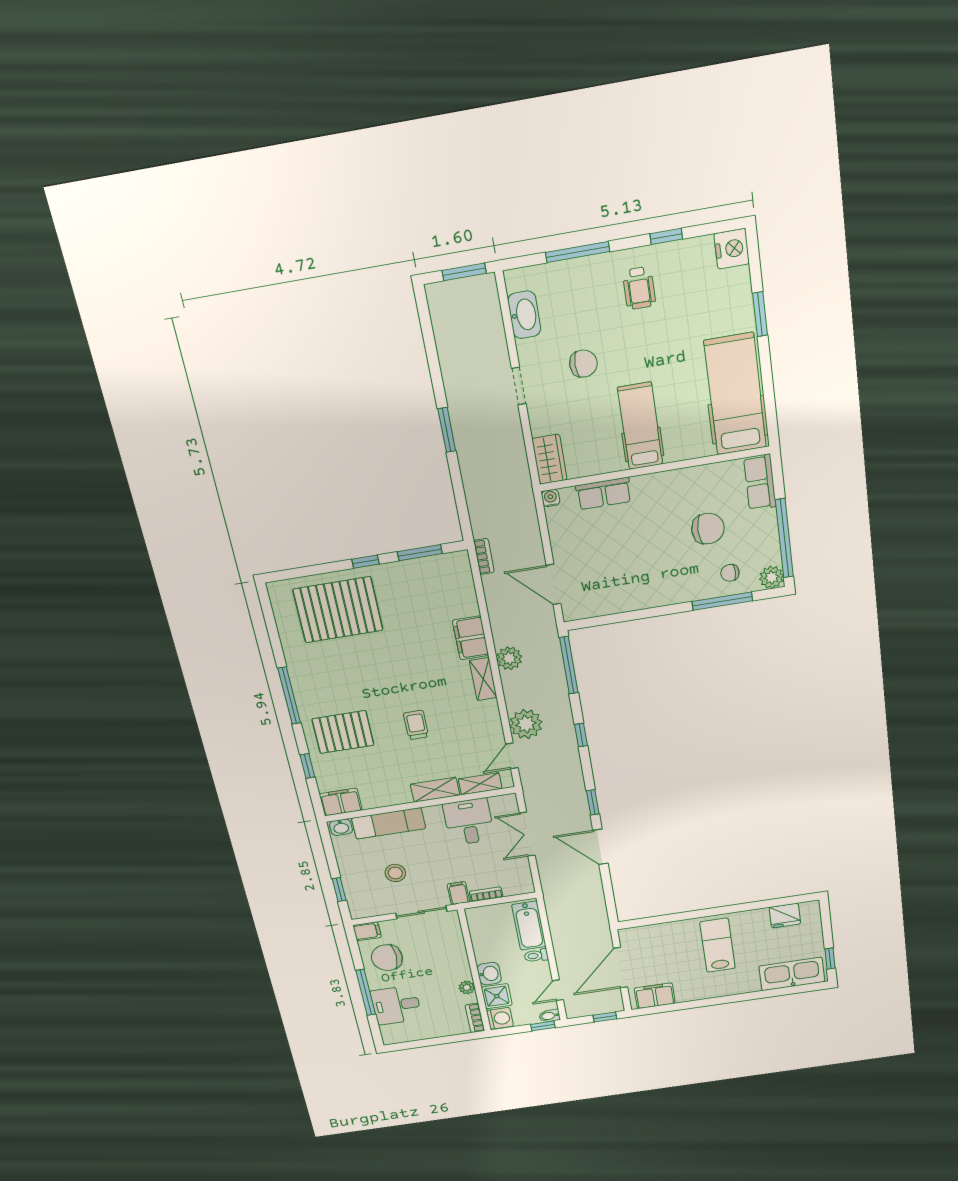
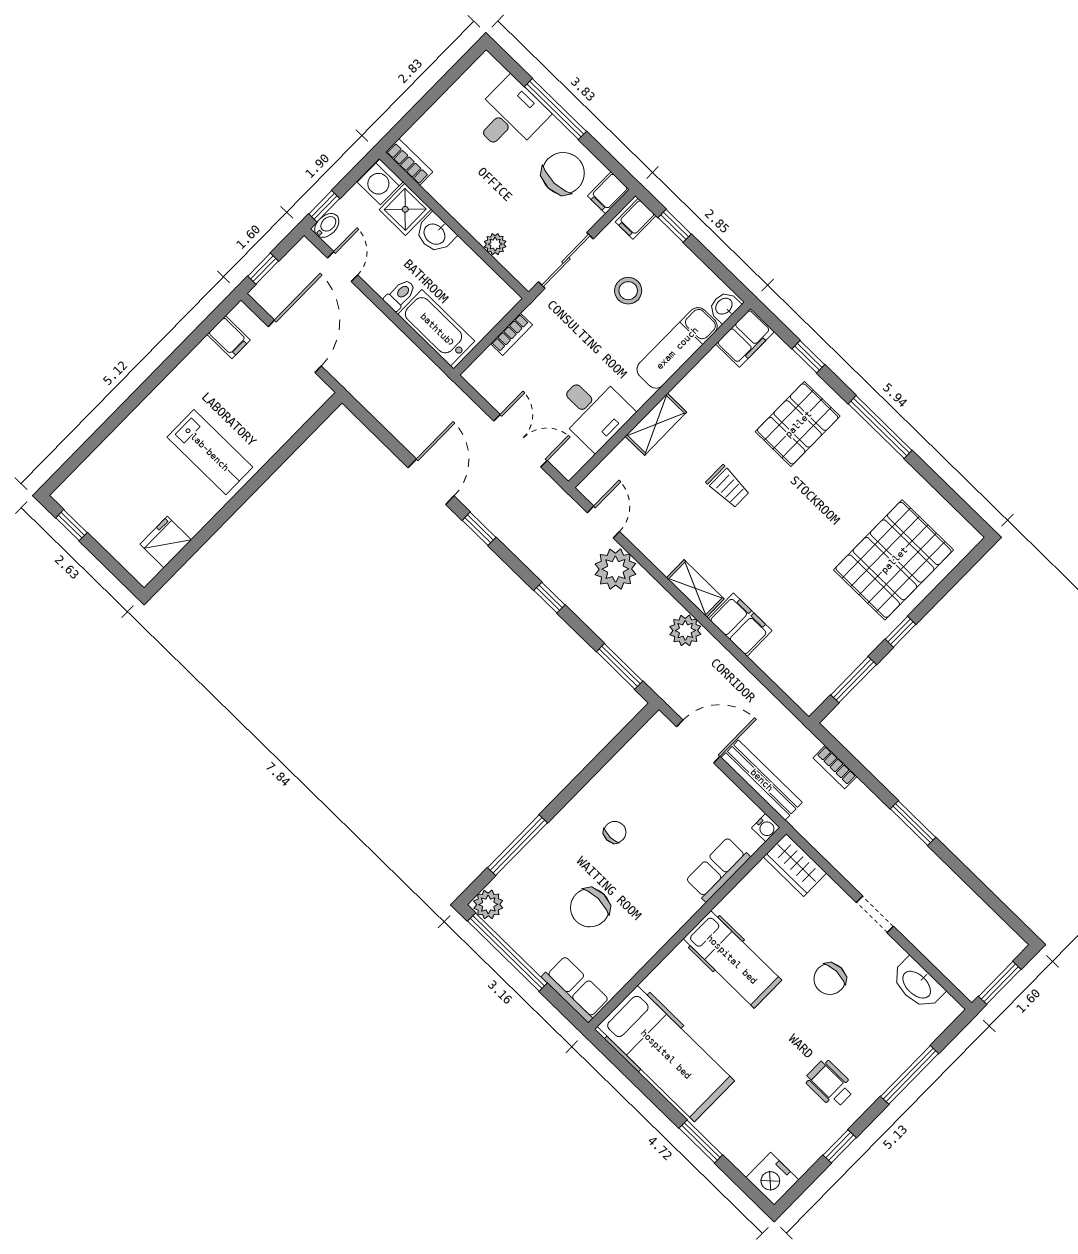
bench: (530, 531) -> (762, 780), added
bookcase: (484, 556) -> (835, 767), moved
chair: (730, 573) -> (615, 832), moved
window: (569, 665) -> (620, 666), width x0.69
shelving: (480, 784) -> (613, 465), removed
door: (601, 847) -> (431, 482), hinge flipped
filing cabinet: (458, 893) -> (636, 219), moved, turned 90
kitchen sink: (792, 974) -> (98, 475), removed
plant: (467, 987) -> (495, 244), moved
filing cabinet: (655, 996) -> (229, 337), width x0.50

